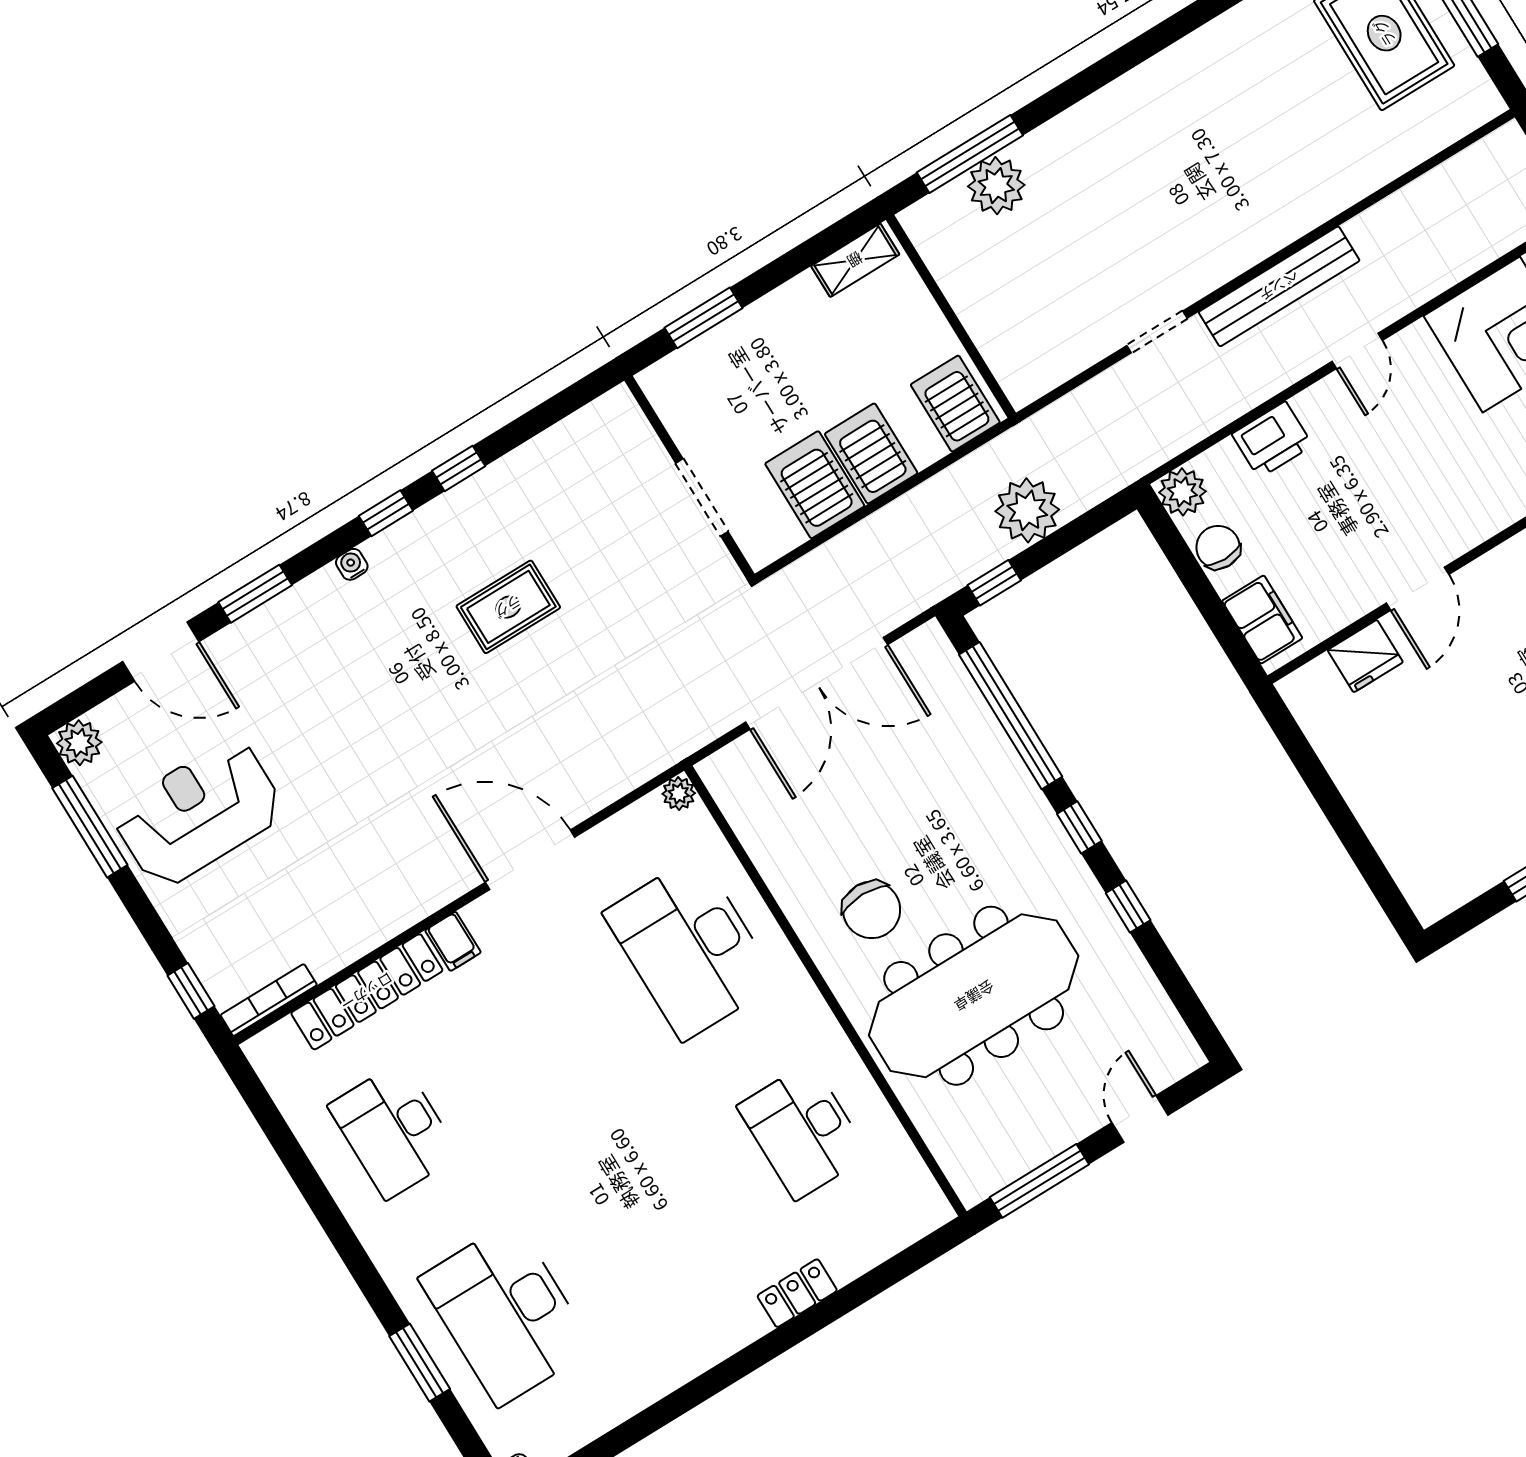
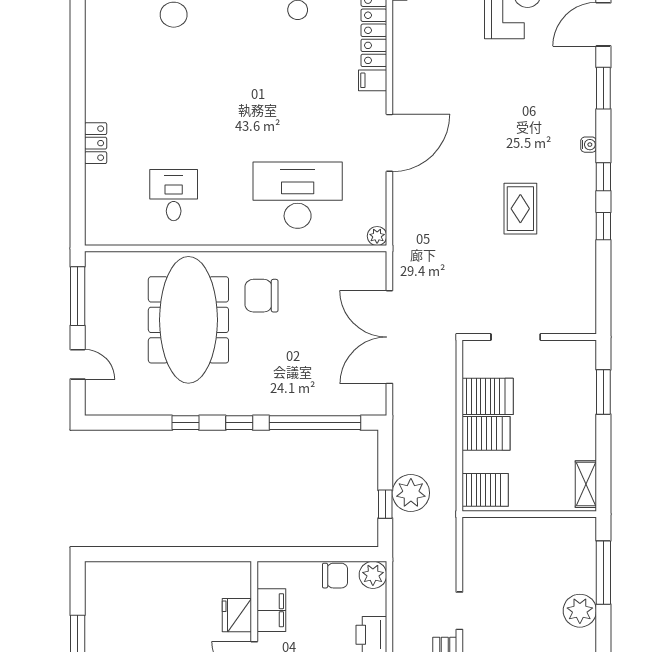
plant: (996, 186) -> (580, 611), moved
window: (994, 583) -> (385, 504), moved
filing cabinet: (1262, 620) -> (271, 610), moved, turned -90
desk: (803, 1131) -> (174, 195), width x0.73

